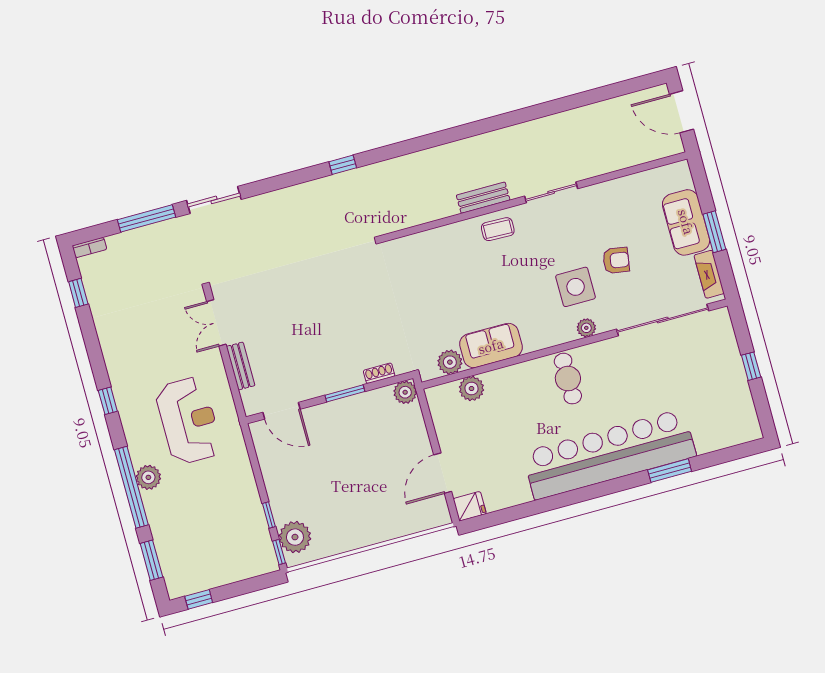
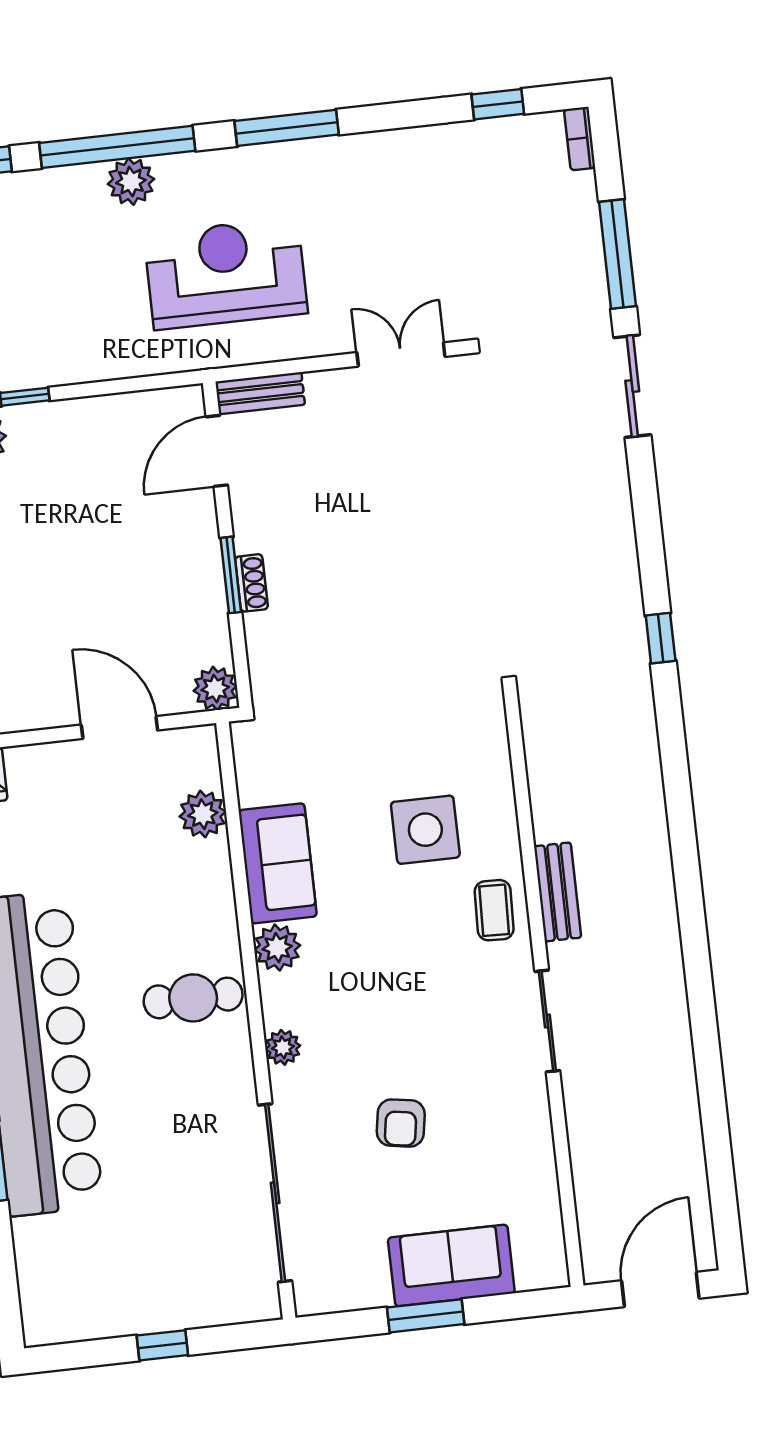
fireplace: (709, 274) -> (347, 1294), removed
side table: (576, 287) -> (425, 830), moved
plant: (450, 362) -> (277, 948), moved
bench: (241, 366) -> (260, 393), moved
shoe rack: (379, 373) -> (252, 583), moved
window: (108, 401) -> (287, 128), width x2.17
reception desk: (189, 421) -> (226, 274), turned 180
door: (443, 473) -> (119, 728), moved

